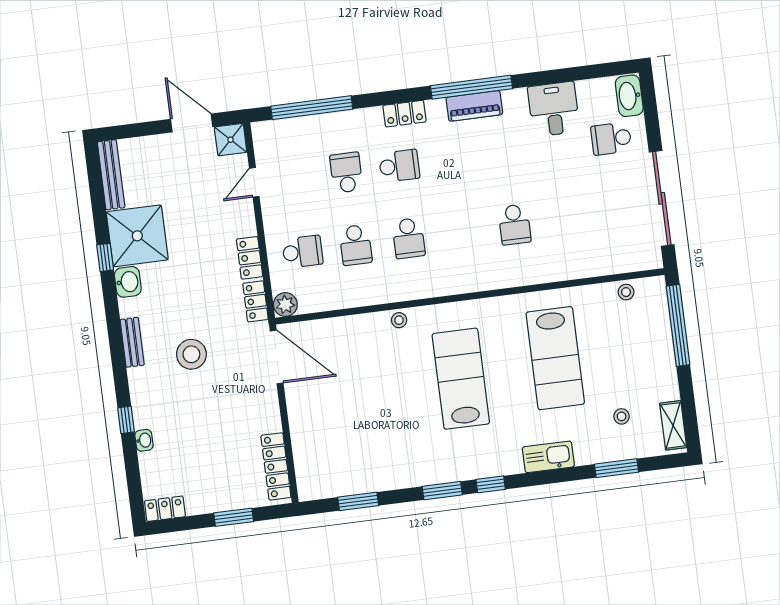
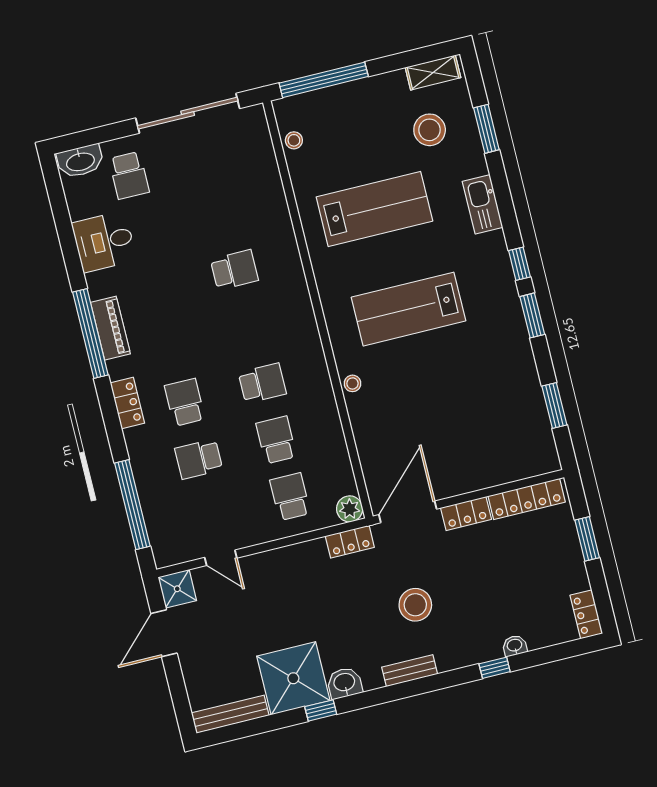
school desk: (356, 245) -> (276, 440), turned -90
locker: (250, 258) -> (466, 514), moved
stool: (622, 416) -> (430, 130), width x1.89, depth x1.89

